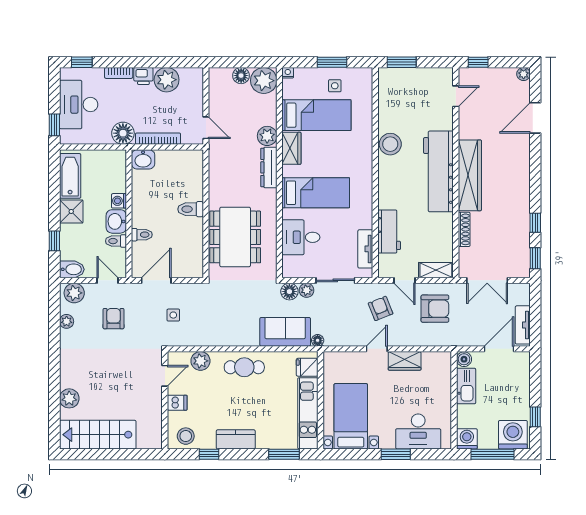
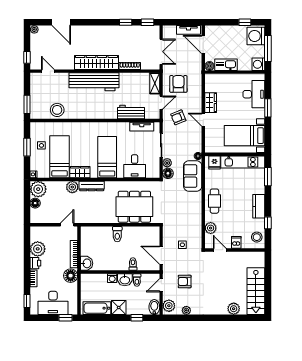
stool: (390, 144) -> (57, 110), moved

